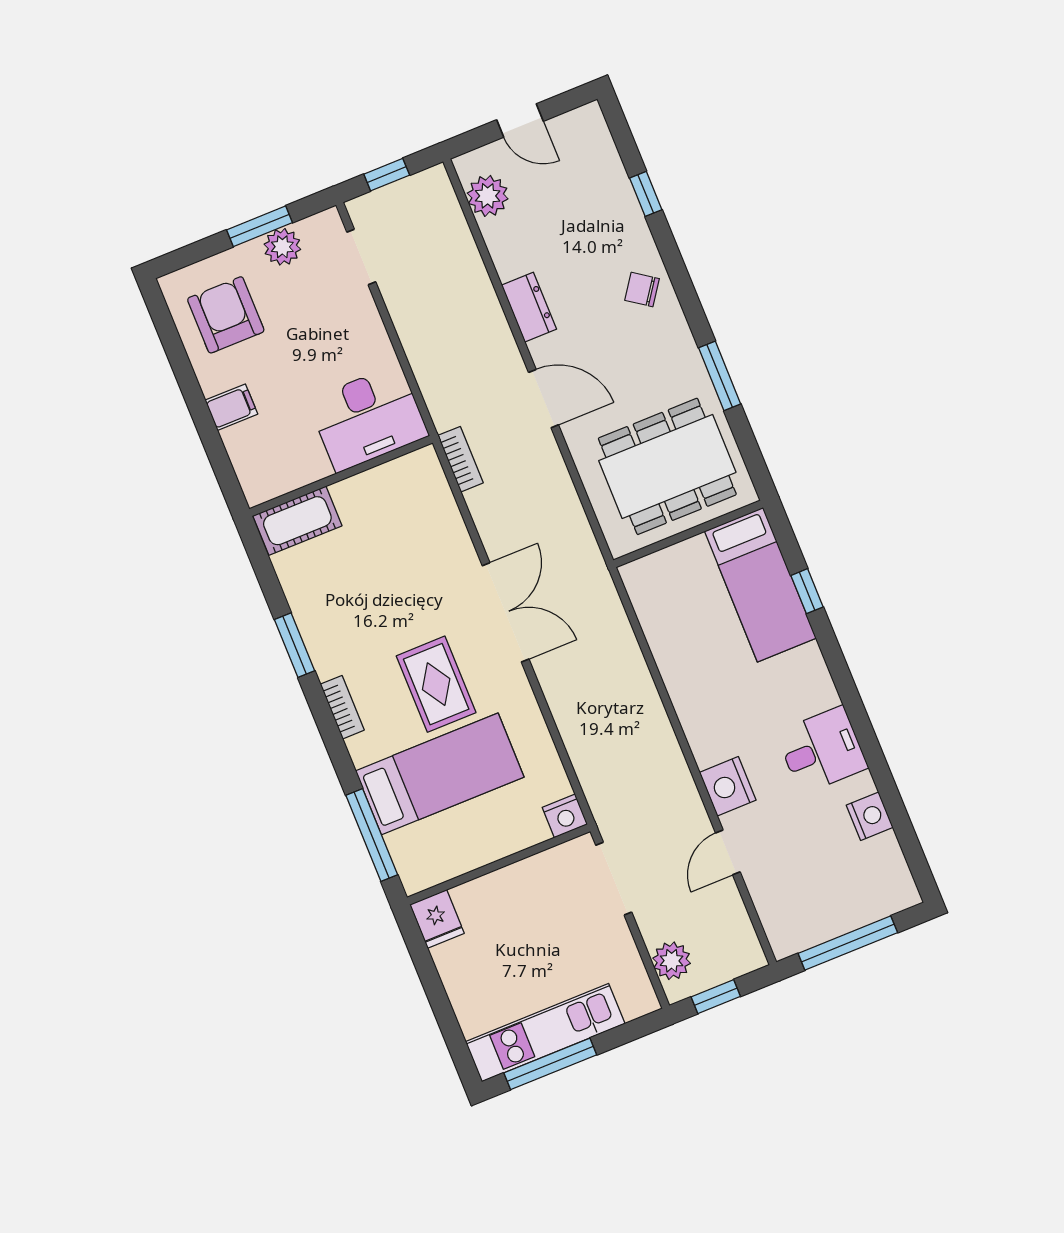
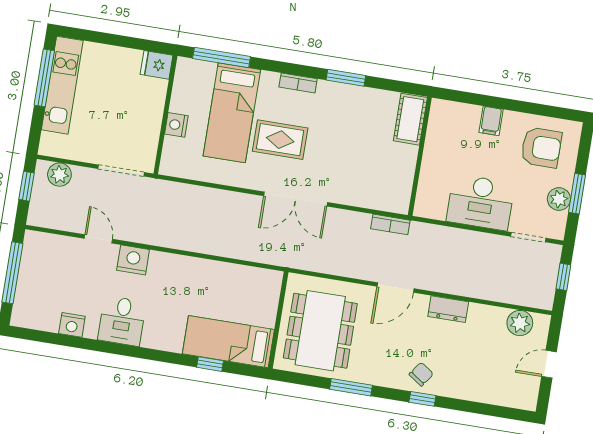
window: (646, 194) -> (422, 399), moved
desk: (368, 418) -> (480, 202), moved, turned -90
nightstand: (565, 816) -> (176, 125), moved

